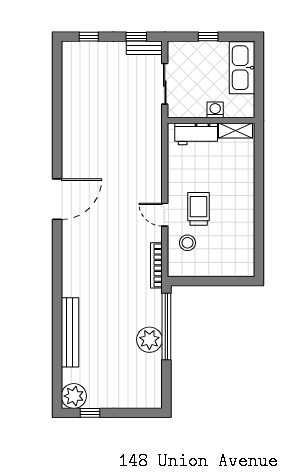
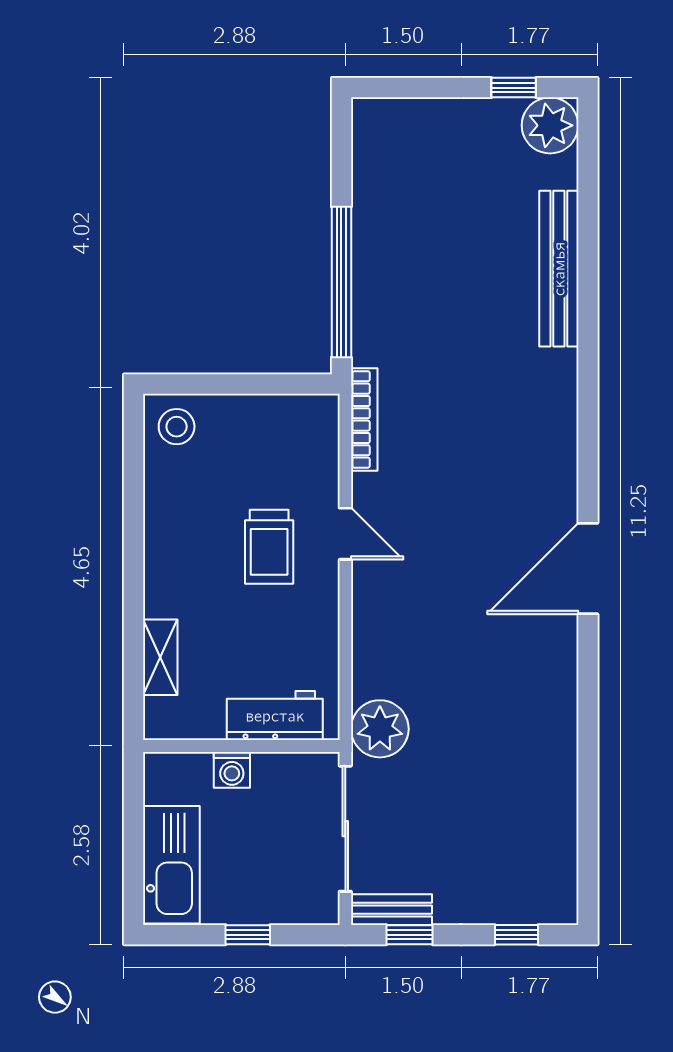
sliding door: (165, 84) -> (345, 829), width x1.37
shelving: (236, 131) -> (160, 657), moved, turned 90
stool: (187, 243) -> (177, 427), moved
plant: (149, 340) -> (380, 729), moved

